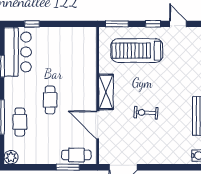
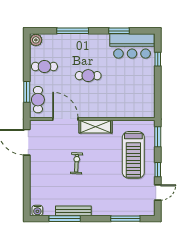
treadmill: (137, 51) -> (133, 155), turned 180
cafe table: (20, 122) -> (44, 66), moved
door: (98, 125) -> (65, 119), hinge flipped

